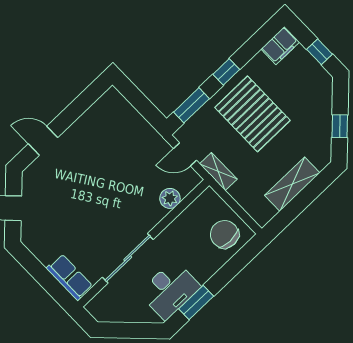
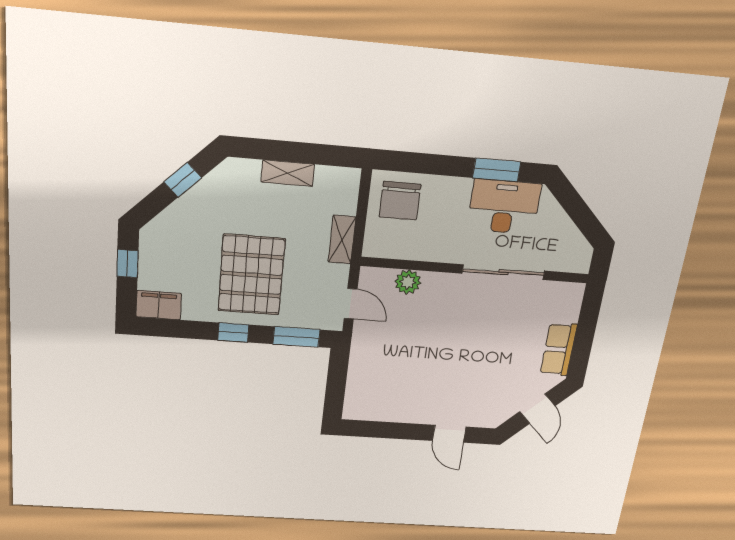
shelving: (218, 172) -> (342, 240), moved
shelving: (292, 184) -> (288, 173), width x0.67, depth x0.75
row of seats: (70, 277) -> (559, 349), moved

